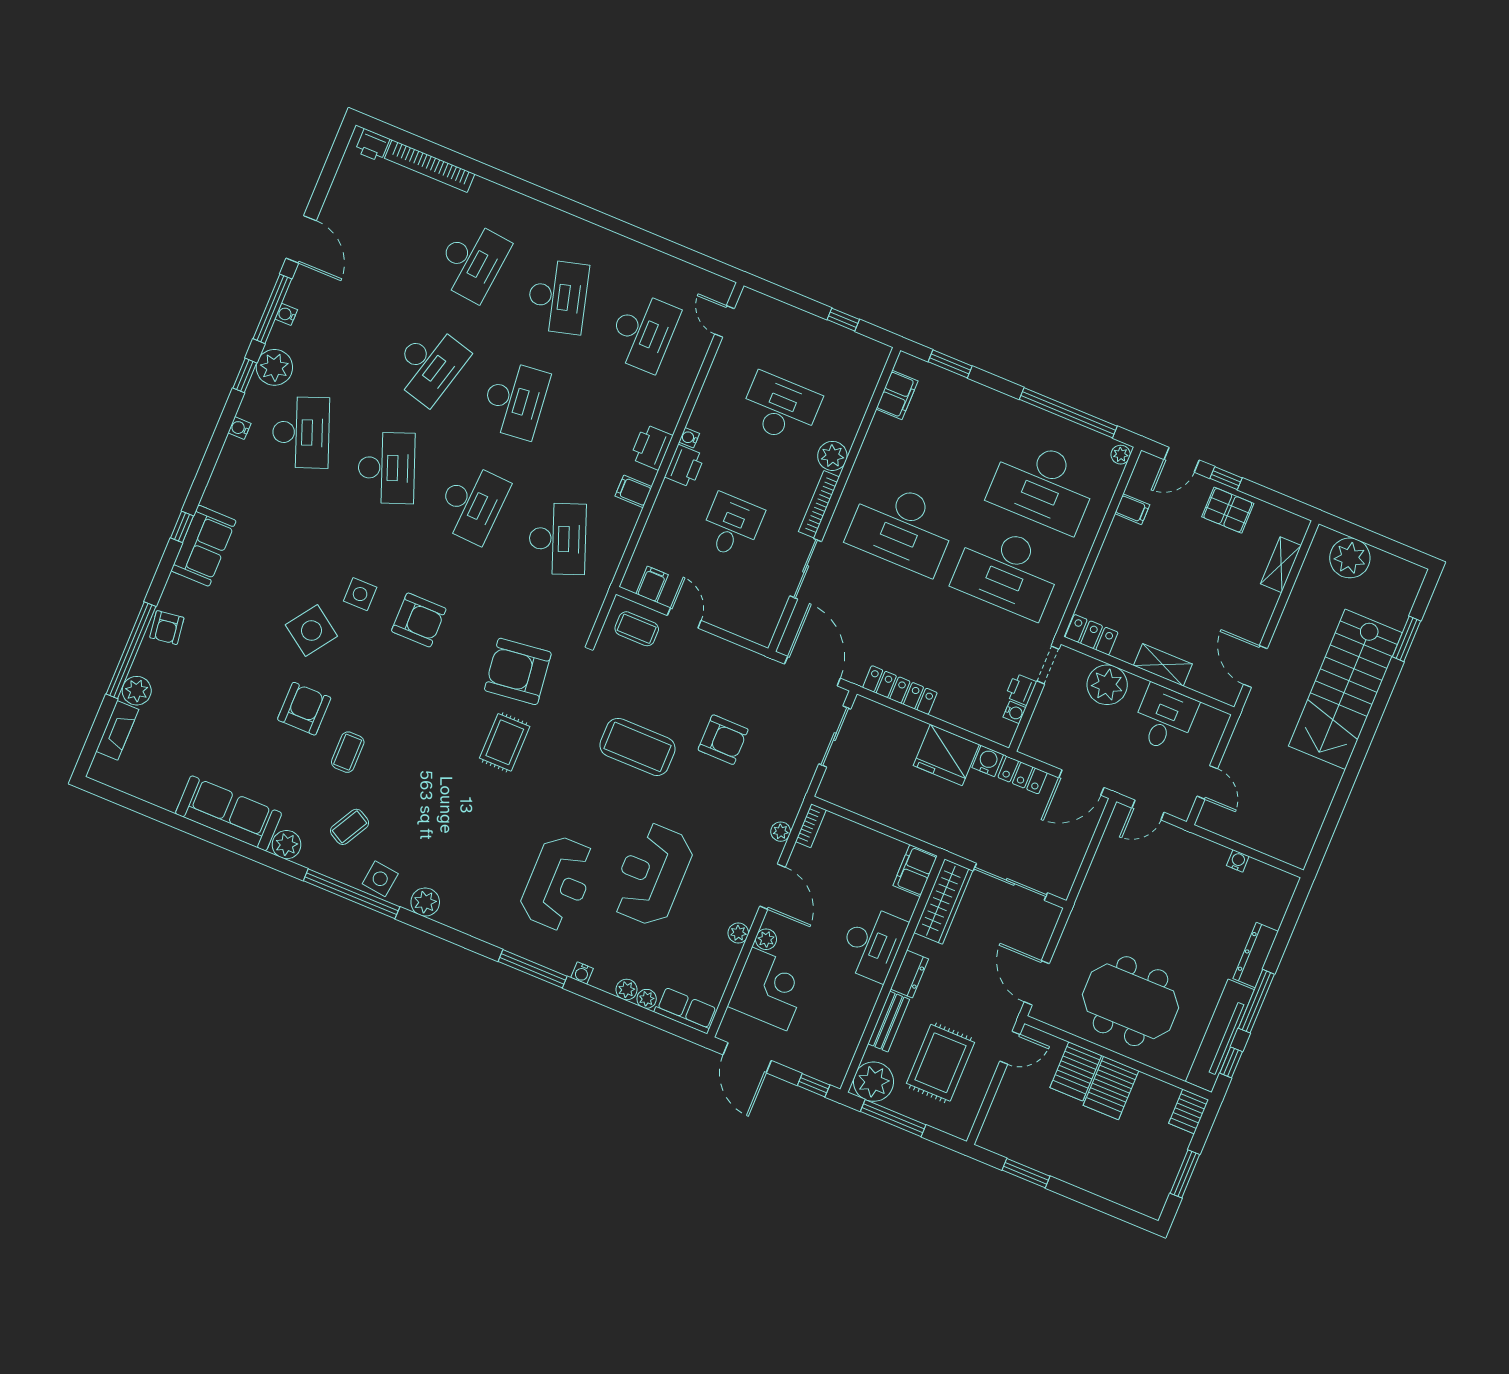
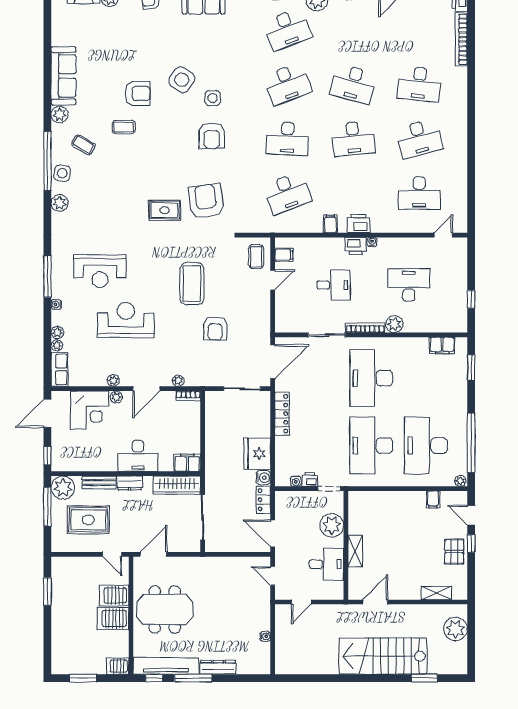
desk: (780, 408) -> (409, 285), turned -90
locker: (1092, 635) -> (355, 506), removed
meeting table: (1130, 1001) -> (165, 609), turned 90

